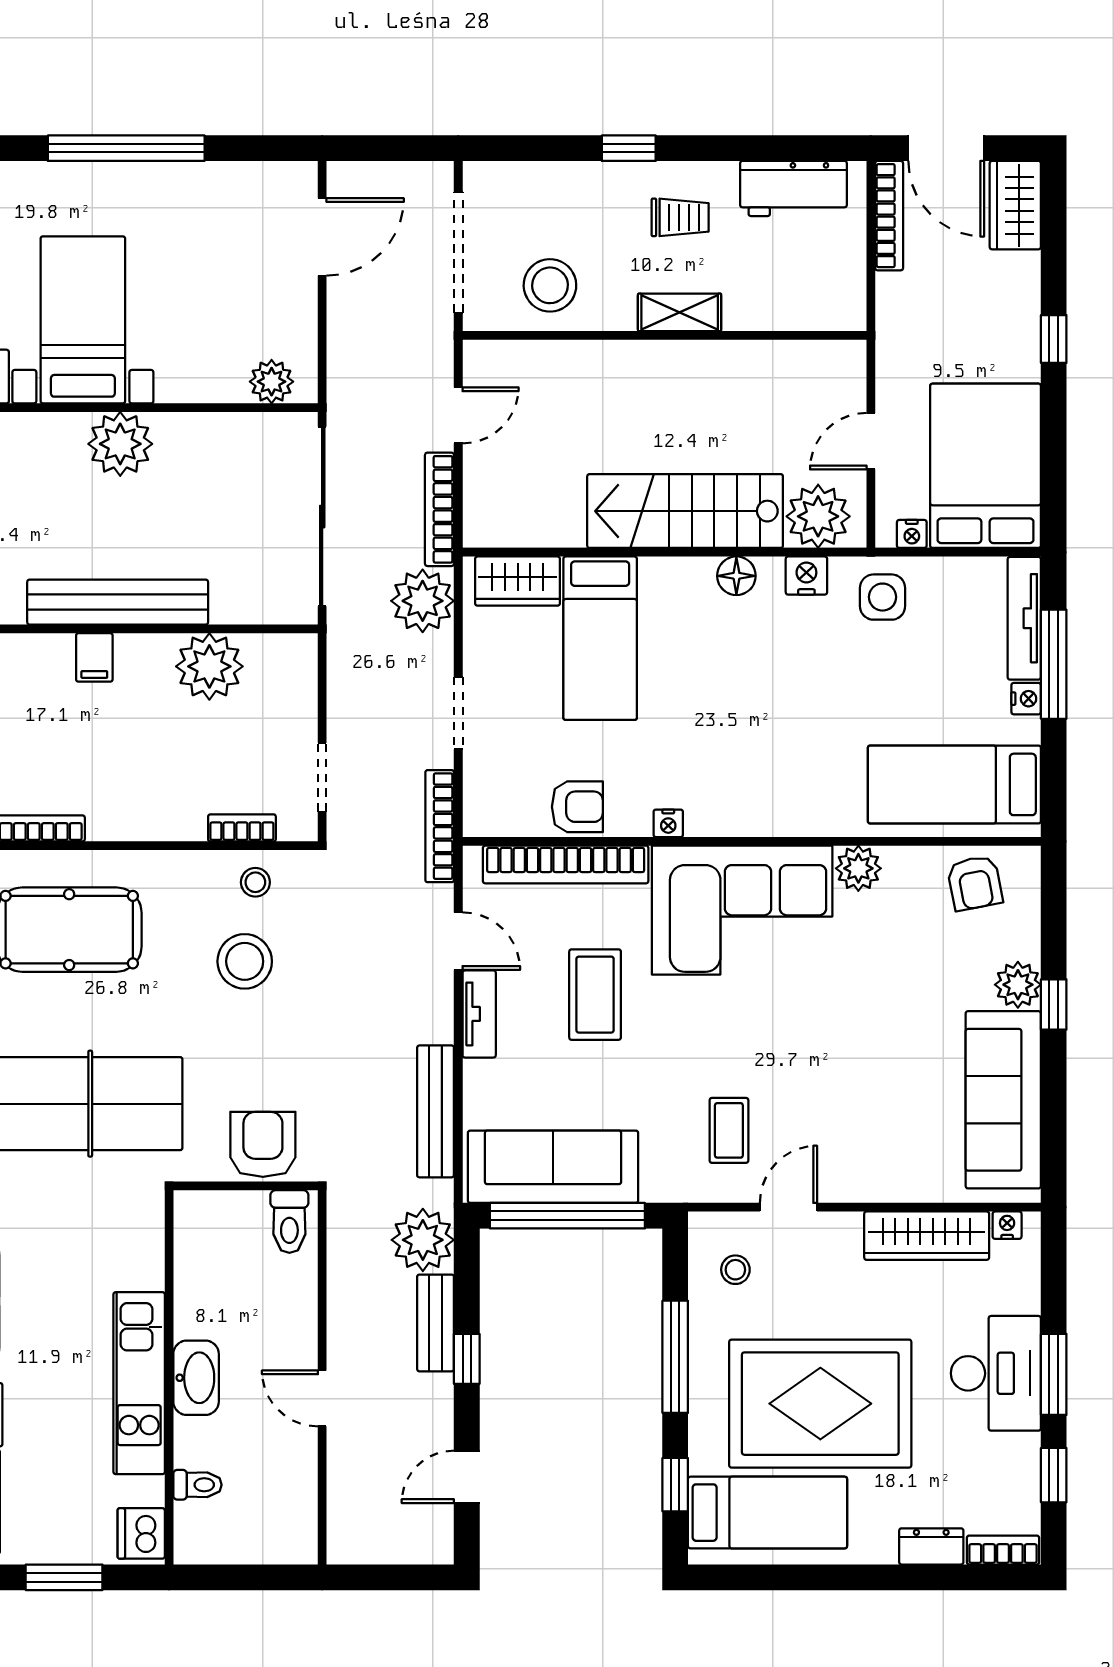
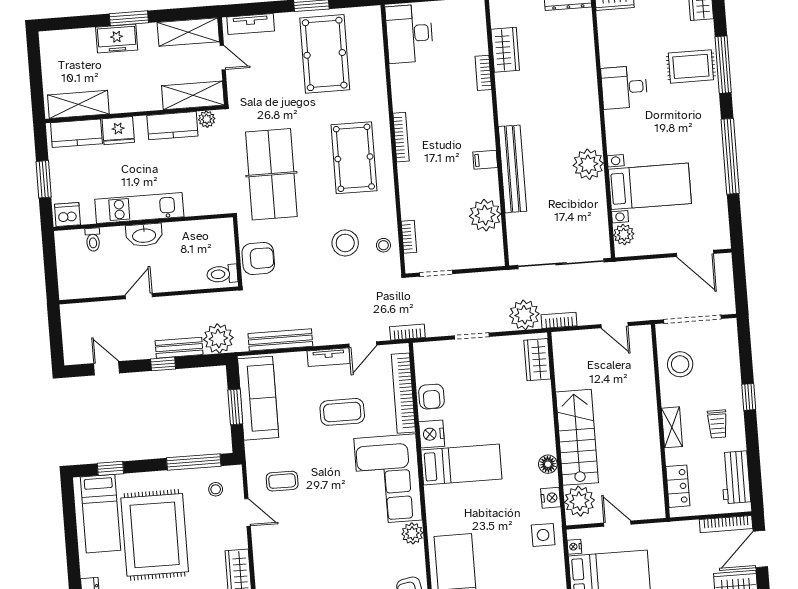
locker: (803, 309) -> (678, 486), added
bed with nightstands: (83, 320) -> (650, 186), moved
bookcase: (439, 509) -> (559, 320), width x0.64
bed: (600, 638) -> (461, 464), moved, turned 180
nightstand: (668, 823) -> (432, 434), width x1.89, depth x1.79
bookcase: (440, 826) -> (407, 332), width x0.64
window: (567, 1216) -> (235, 407), width x0.47
window: (675, 1357) -> (194, 462), moved

